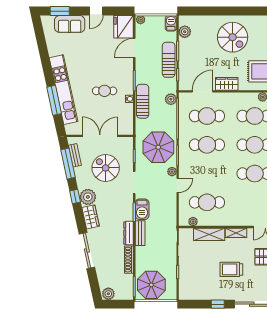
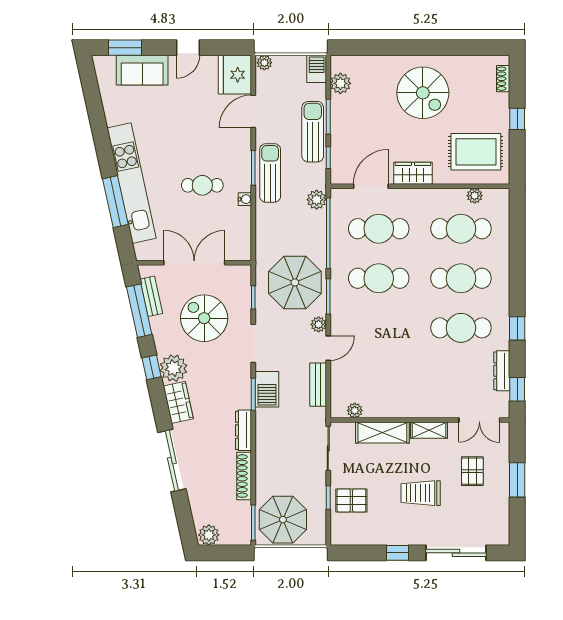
sun lounger: (143, 101) -> (270, 173), moved
cafe table: (207, 202) -> (379, 377), removed
bench: (140, 233) -> (318, 385), moved
pallet: (191, 274) -> (351, 500), added

